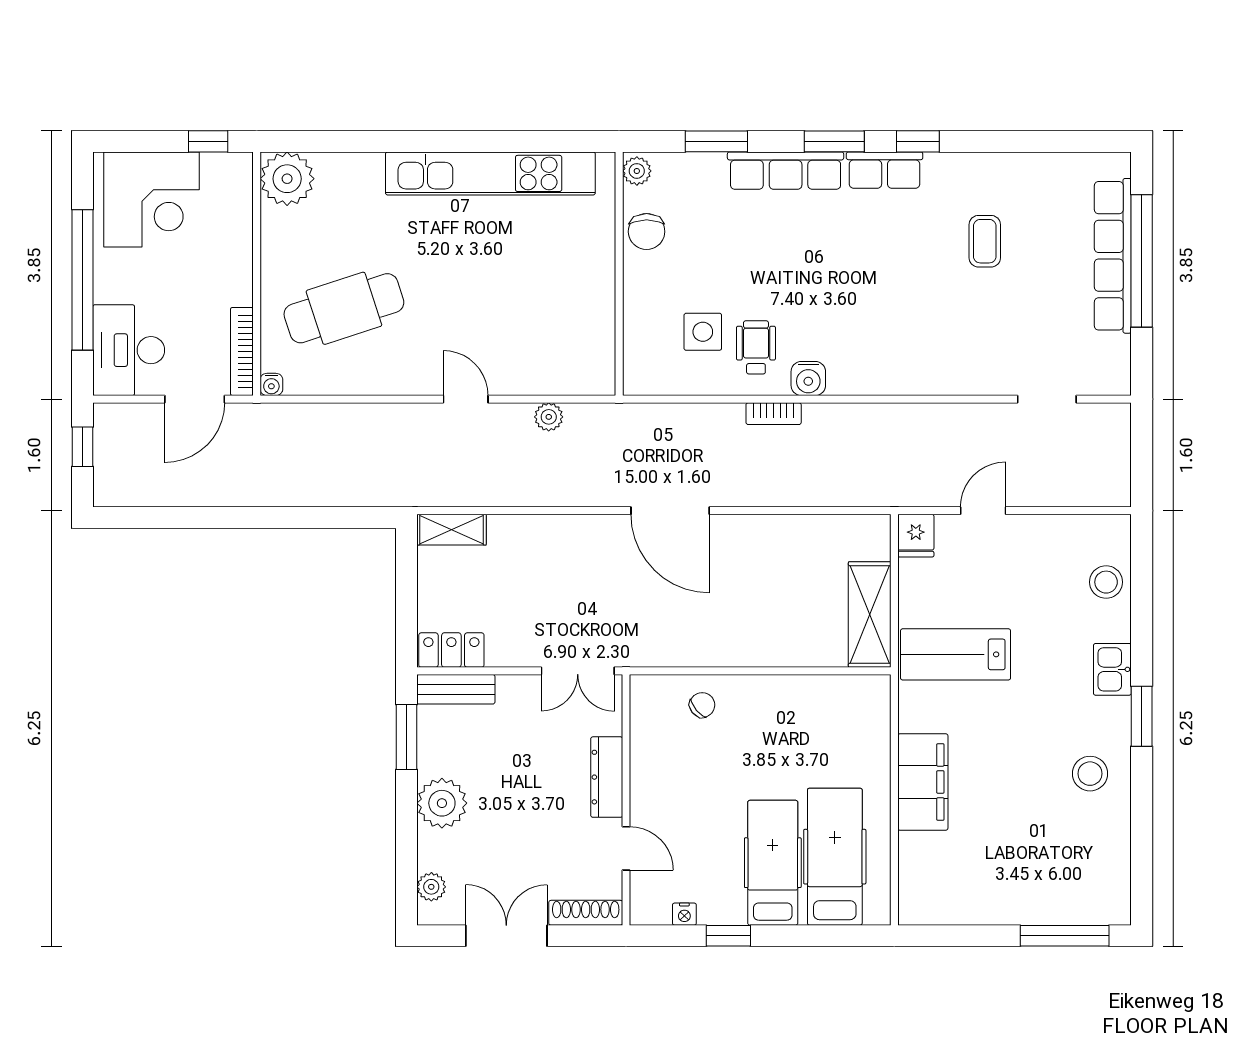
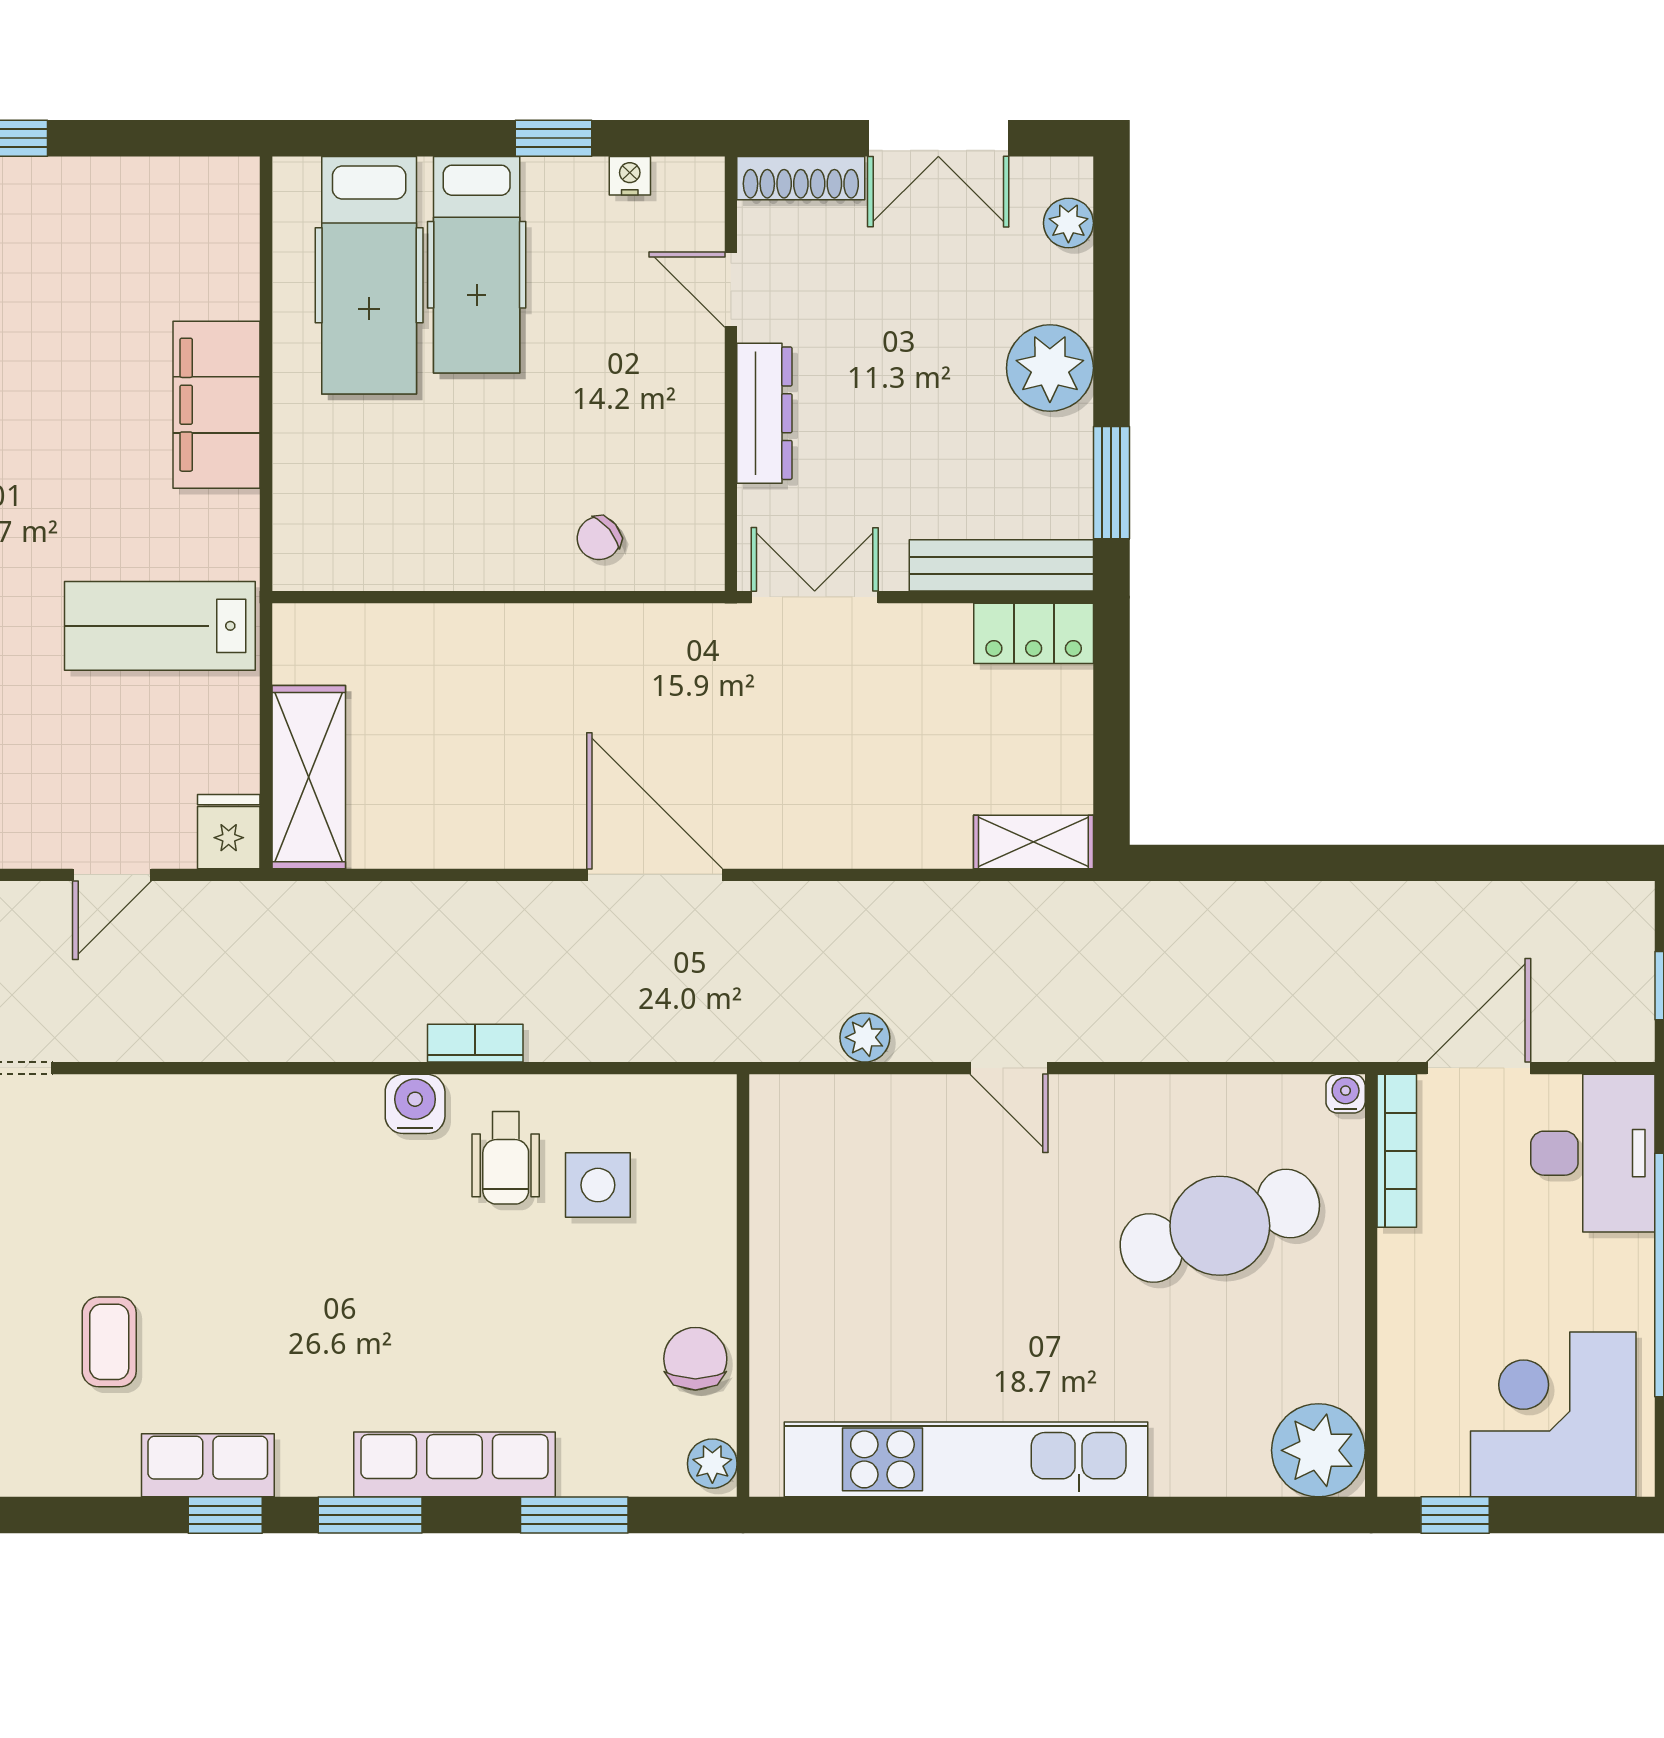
row of seats: (885, 170) -> (208, 1465), moved
shelving: (870, 614) -> (309, 777), moved
lab bench: (956, 654) -> (160, 626), turned 180
bench: (456, 689) -> (1001, 565), width x1.36

